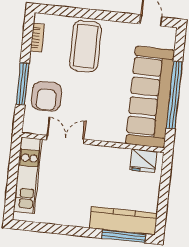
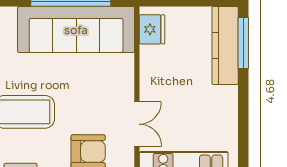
double door: (65, 140) -> (137, 124), swing flipped

